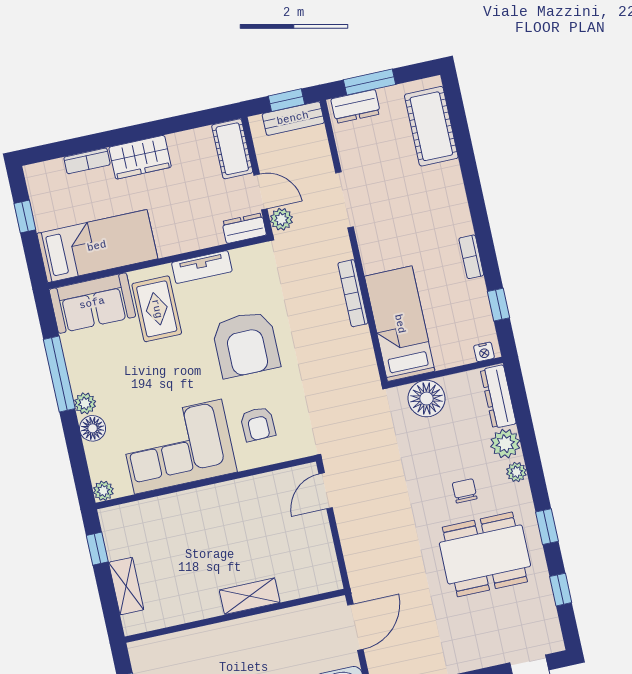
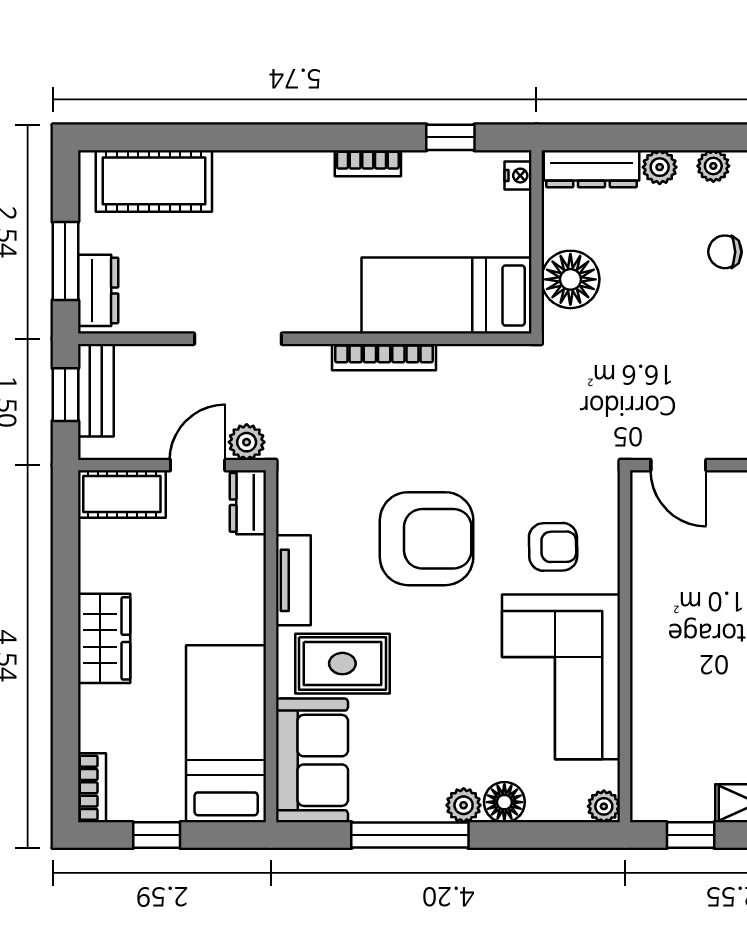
bookcase: (87, 161) -> (92, 788), moved
plant: (505, 444) -> (660, 167), width x0.73, depth x0.73

